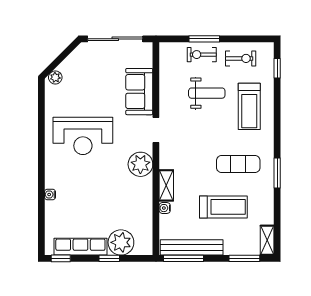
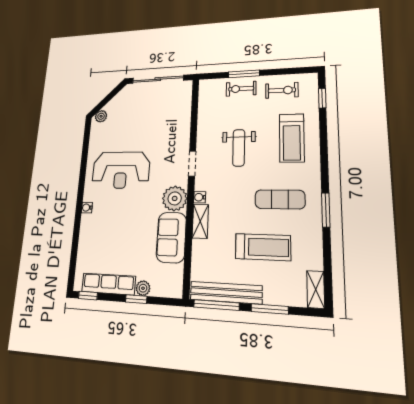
sofa: (139, 92) -> (171, 237), moved
weight bench: (207, 93) -> (239, 148), moved, turned 90
water cooler: (50, 194) -> (87, 208), moved
water cooler: (165, 208) -> (200, 197), moved
plant: (121, 242) -> (143, 288), width x0.53, depth x0.53
window: (244, 258) -> (270, 309), moved

